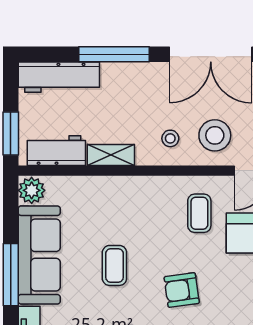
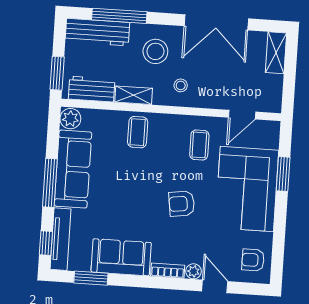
window: (114, 54) -> (119, 16), moved
stool: (215, 135) -> (155, 51), moved
coffee table: (114, 265) -> (138, 132), moved

